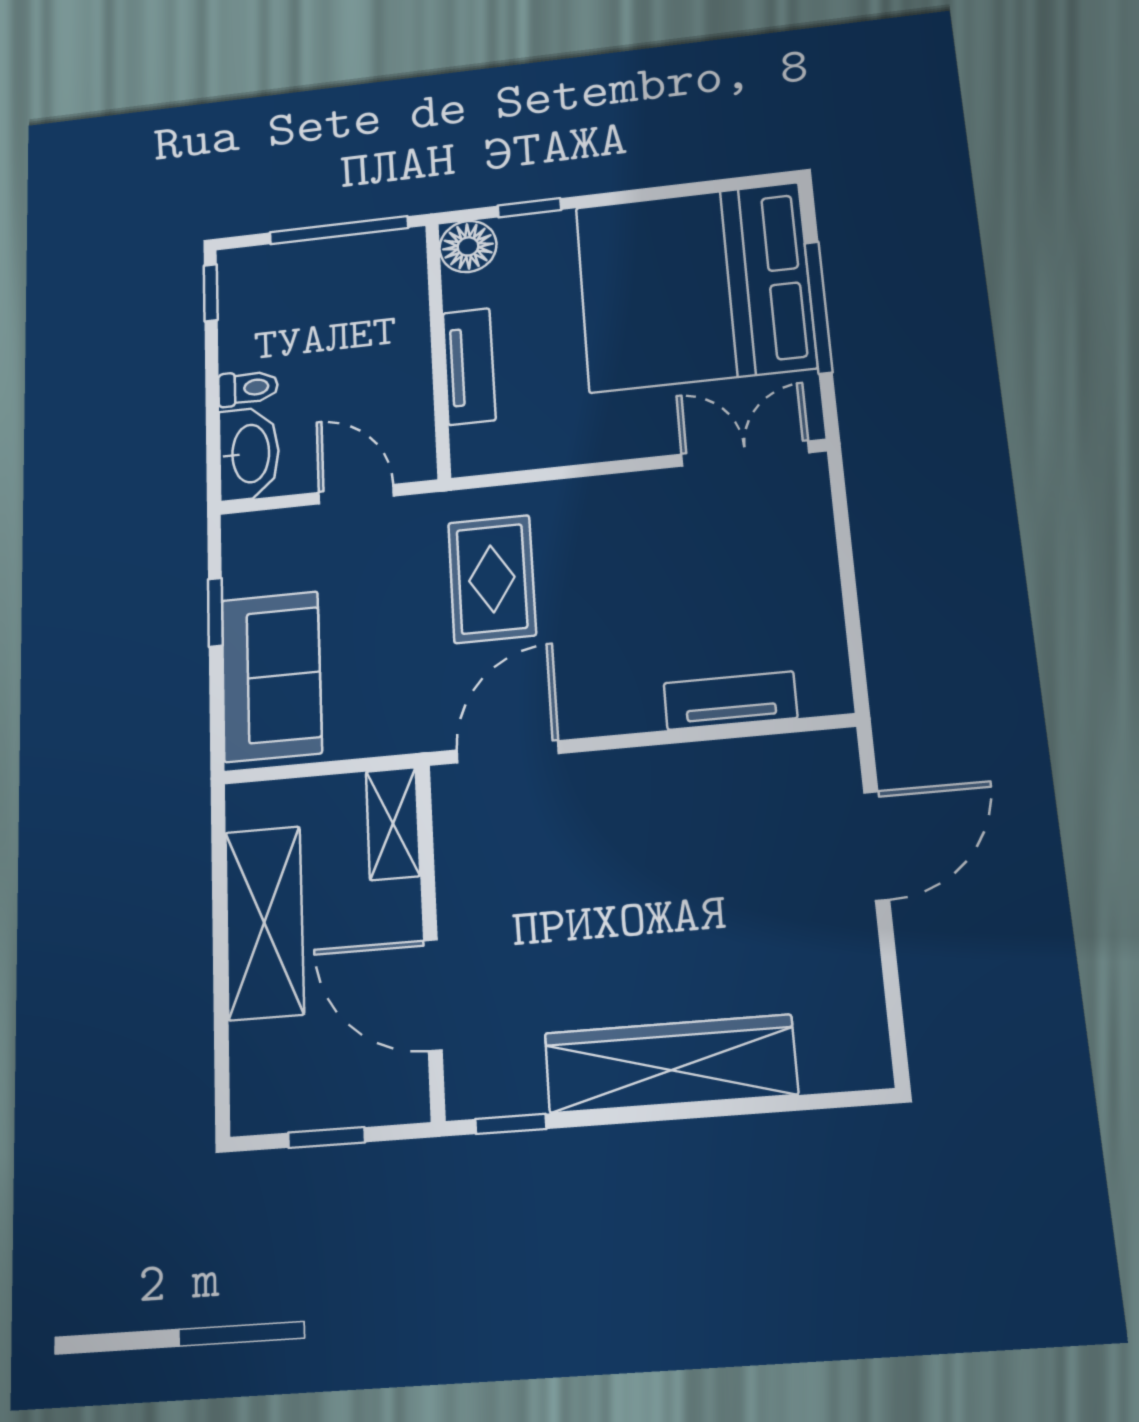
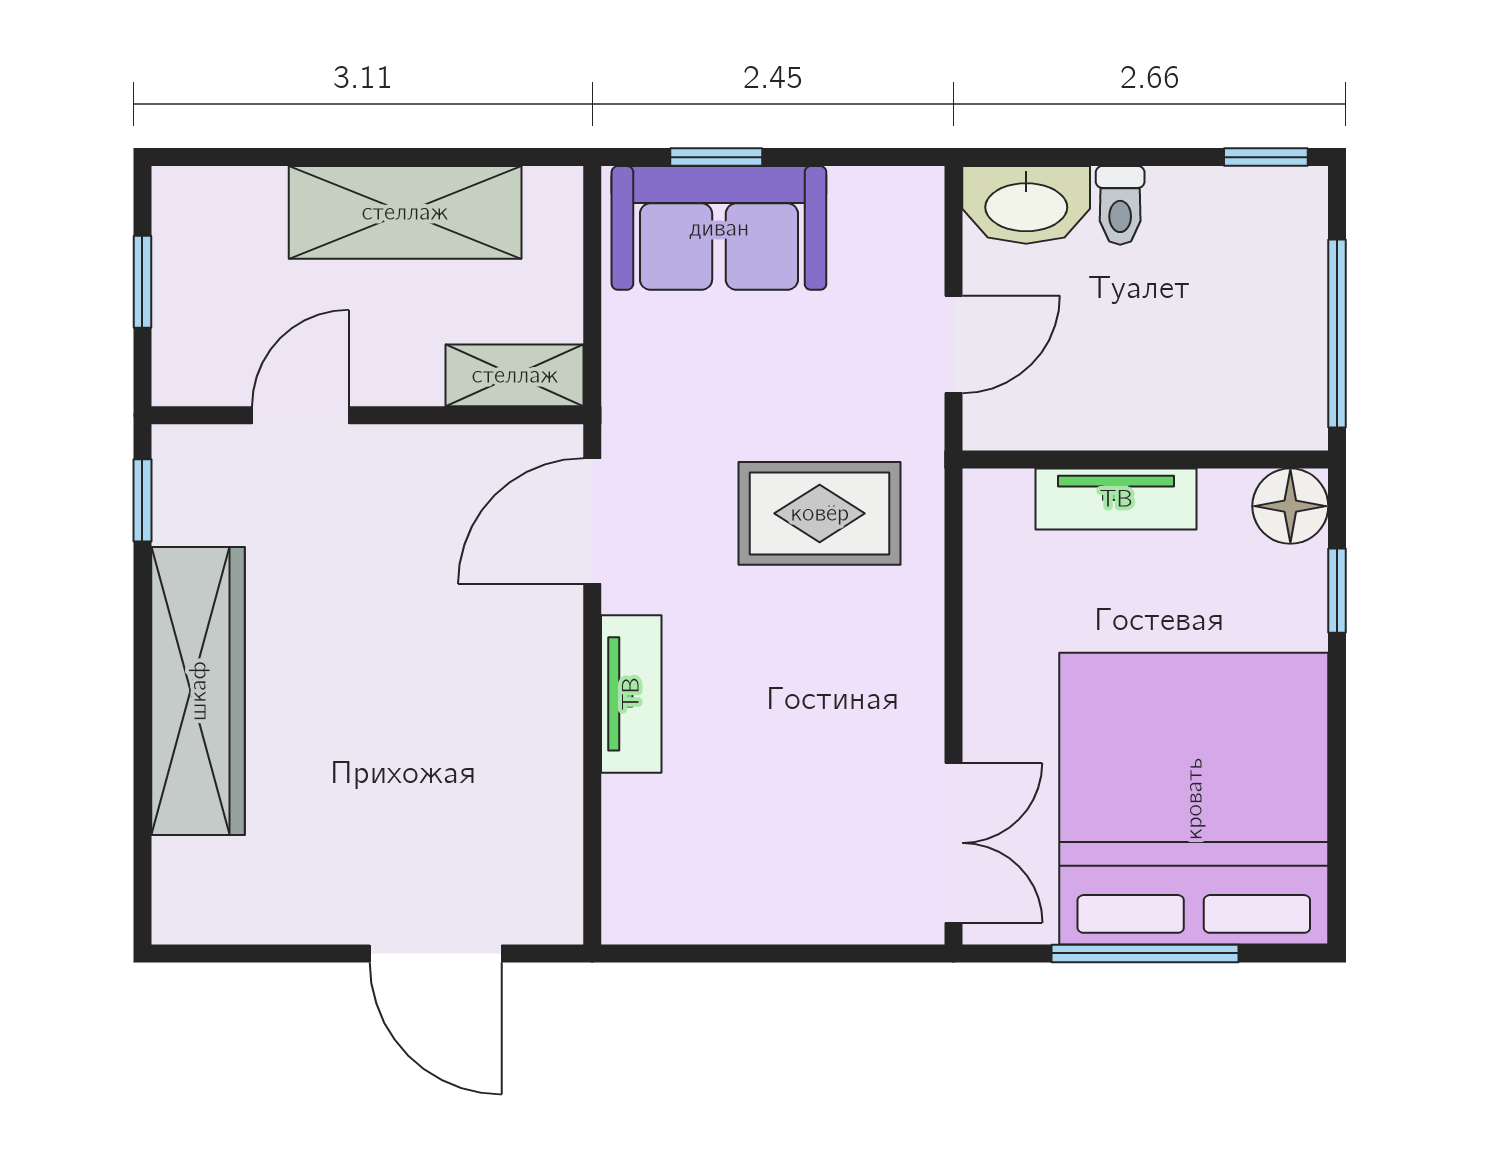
window: (215, 612) -> (716, 157), moved
tv unit: (730, 701) -> (631, 694), moved
door: (508, 752) -> (592, 521), swing flipped
door: (433, 995) -> (300, 415), width x0.73

